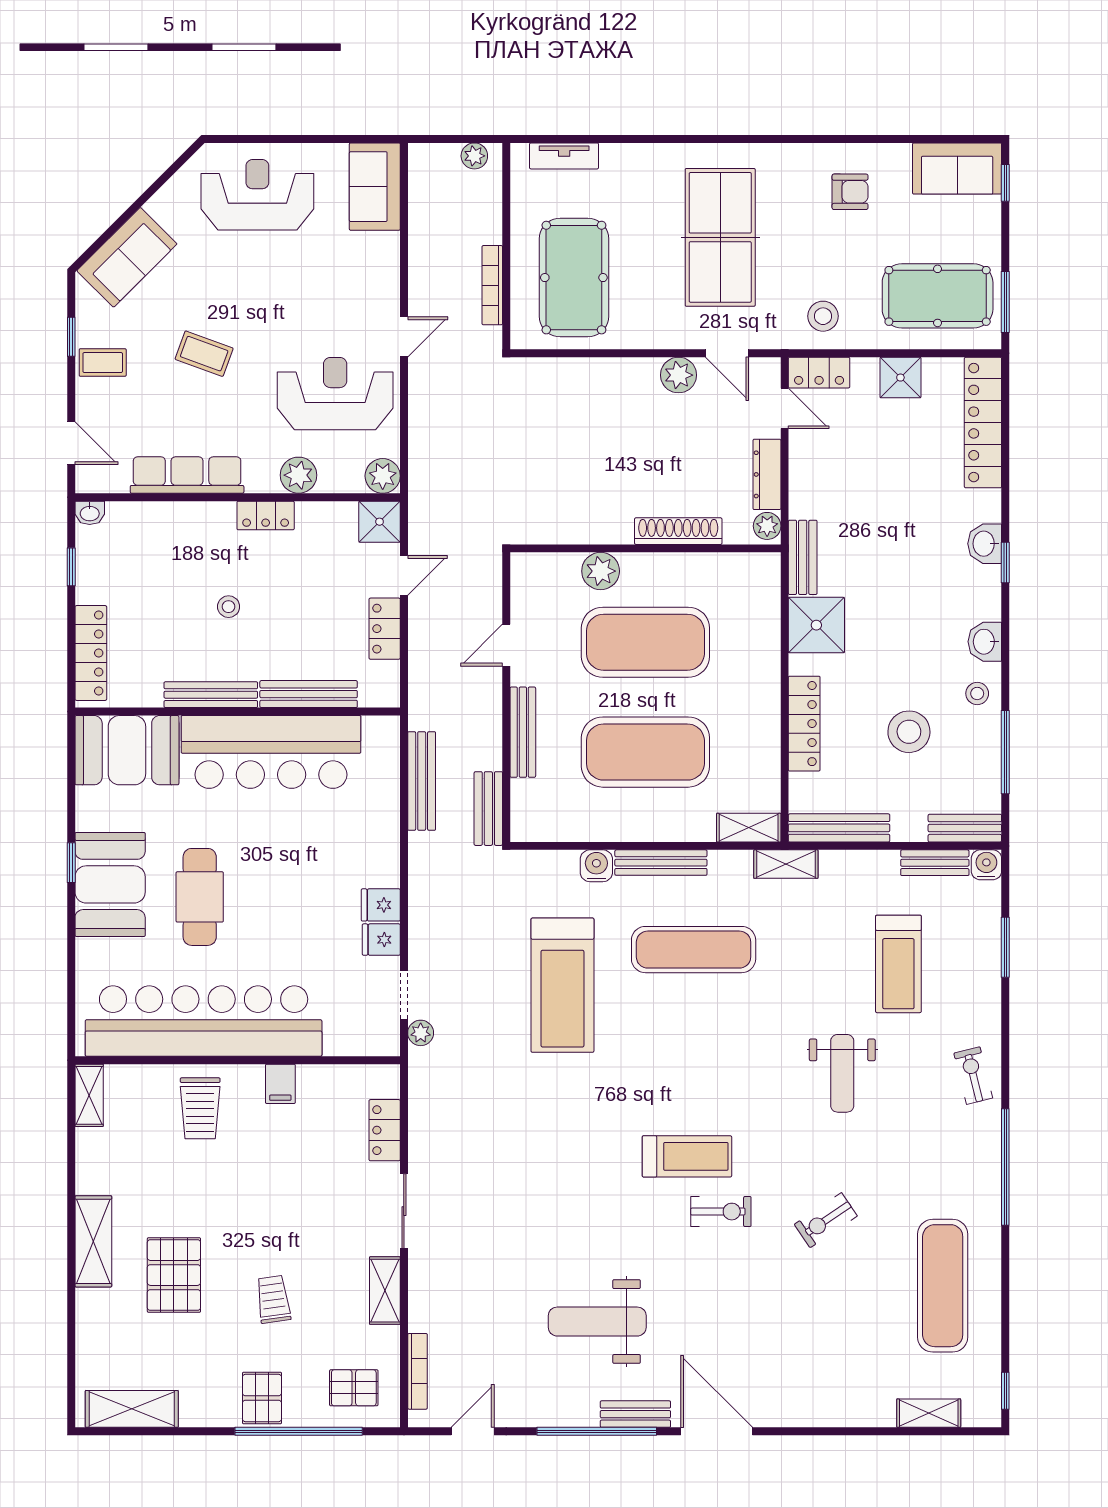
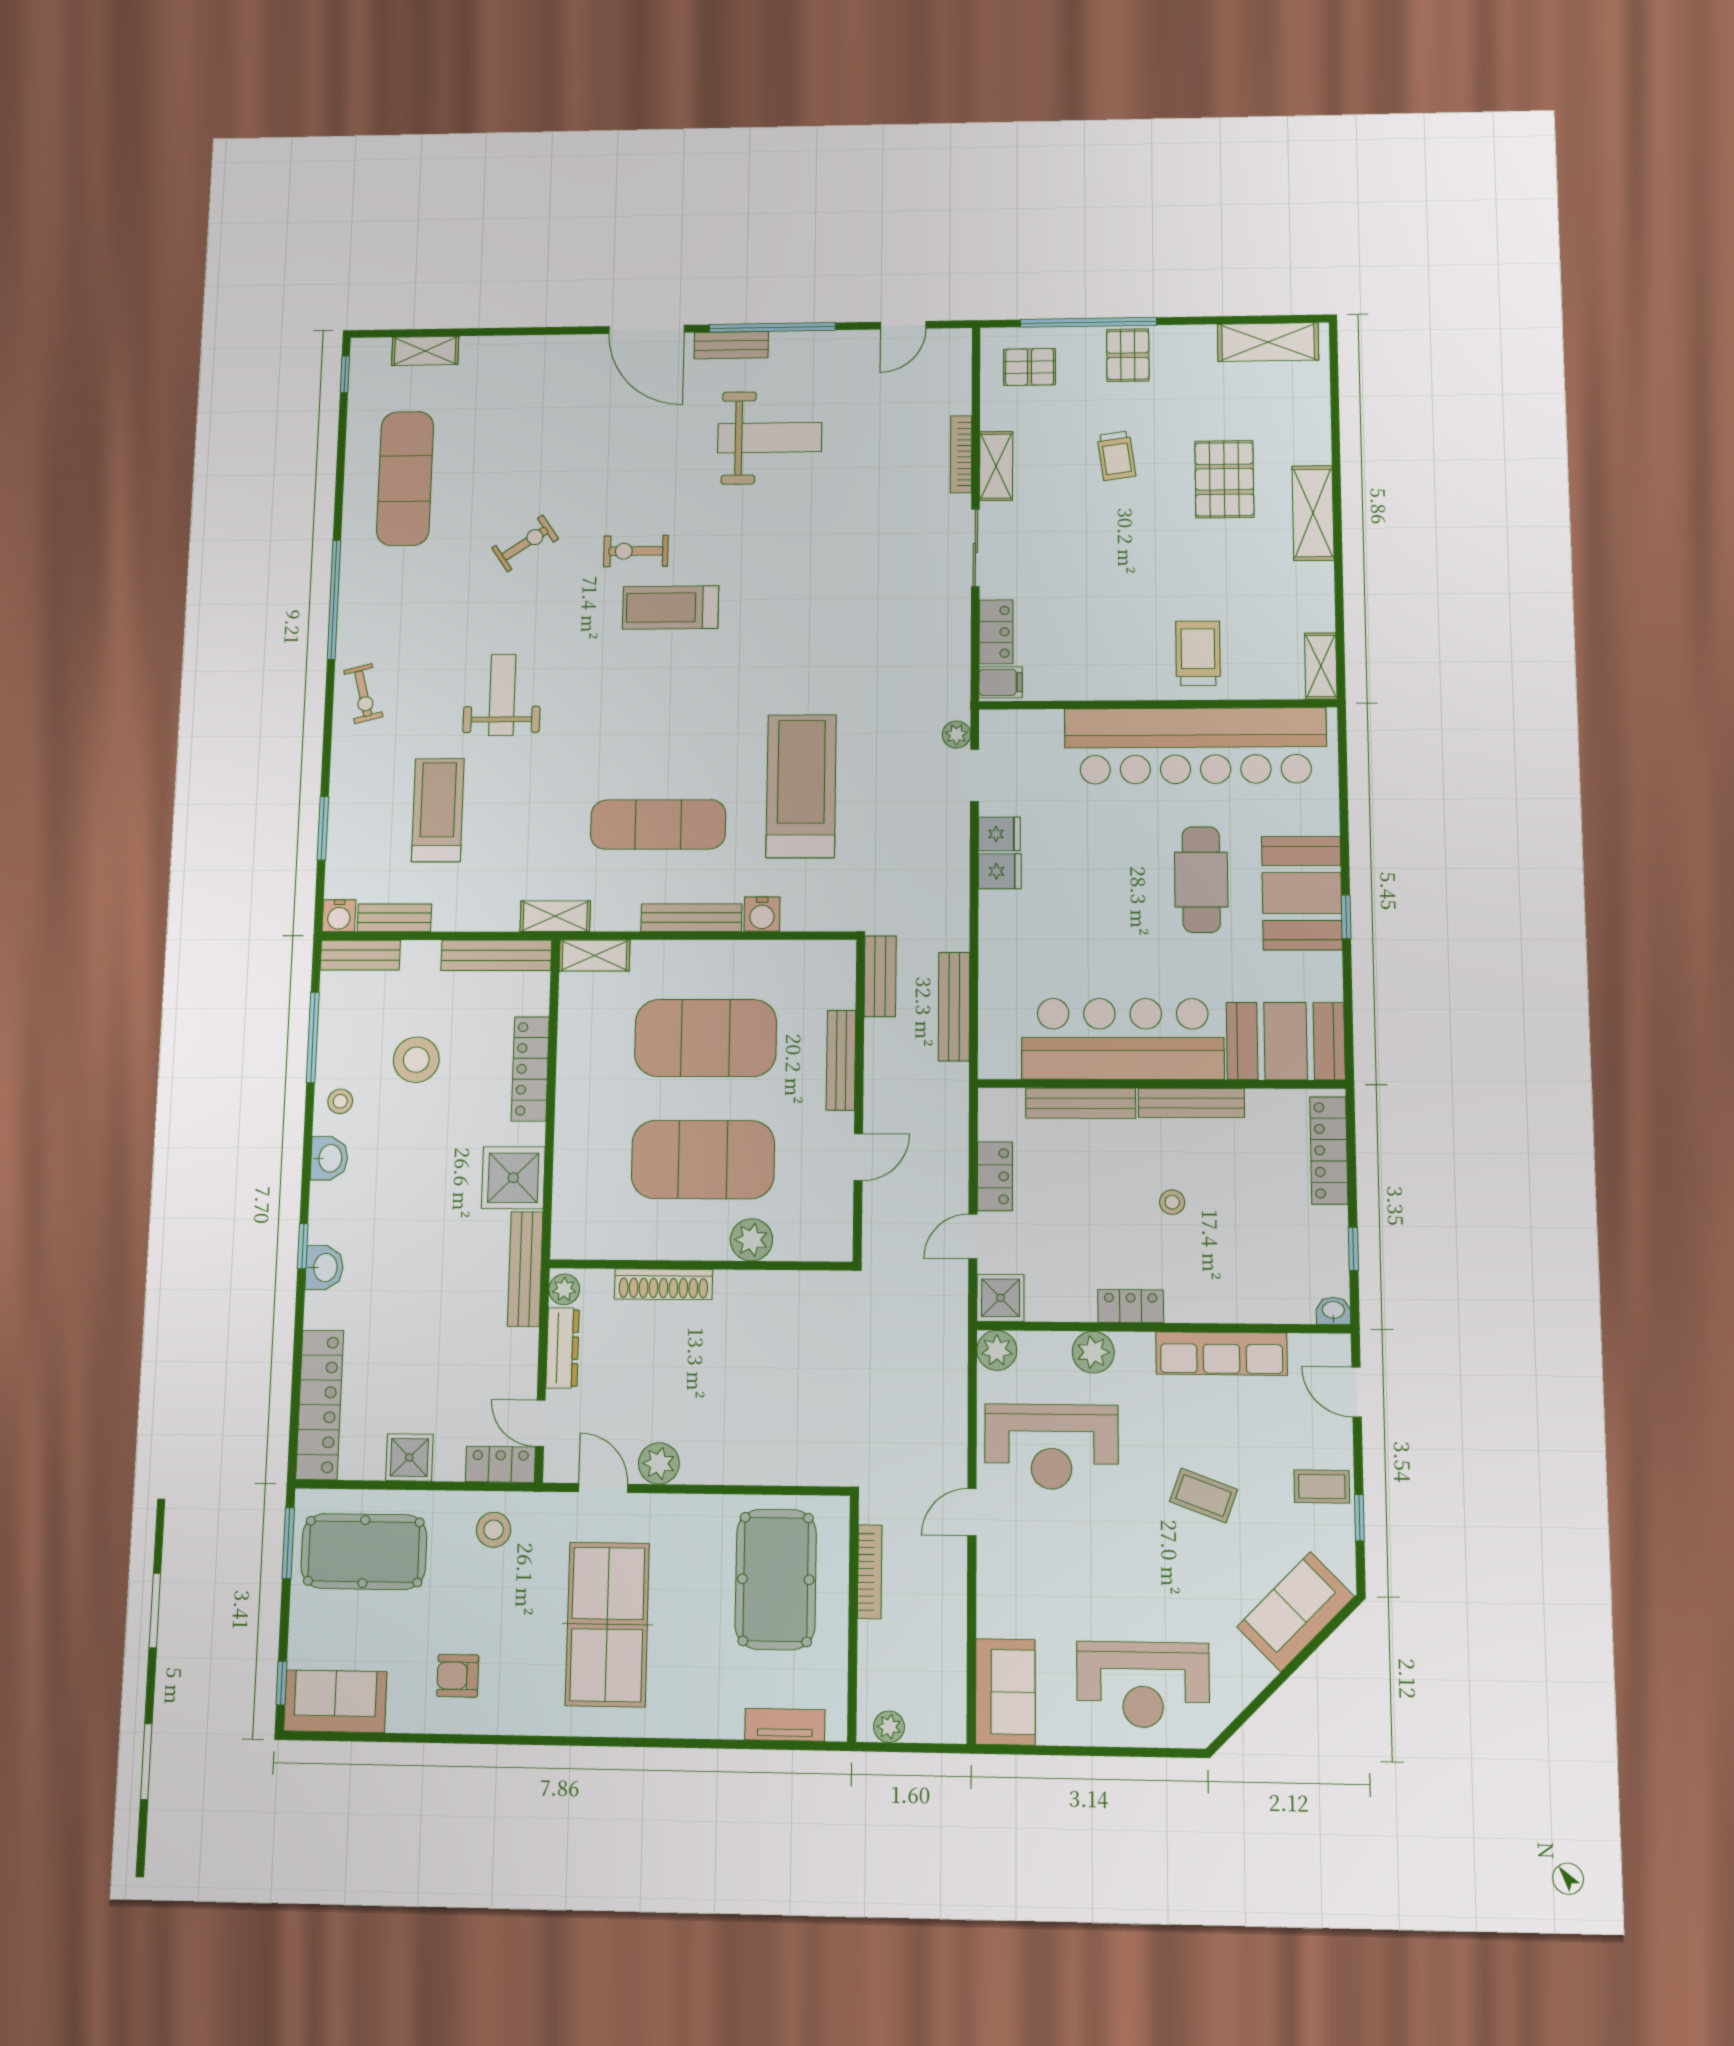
bench: (803, 557) -> (525, 1269), width x1.36
filing cabinet: (280, 1084) -> (1001, 682), moved, turned 90
bookcase: (417, 1371) -> (961, 454), moved

